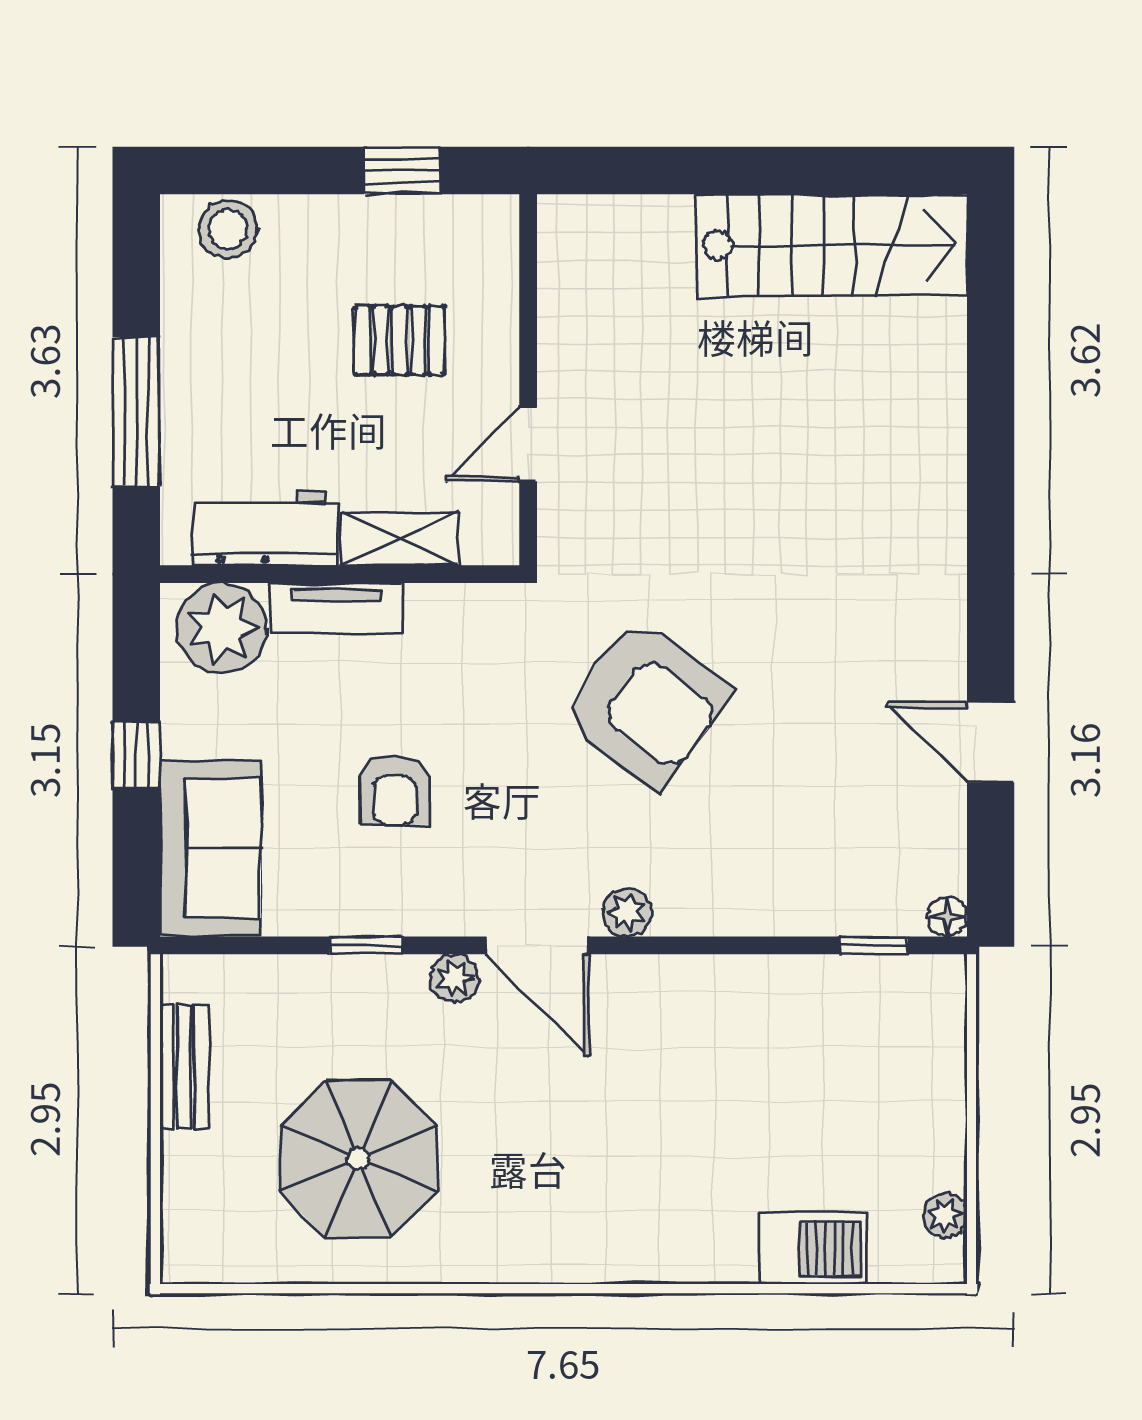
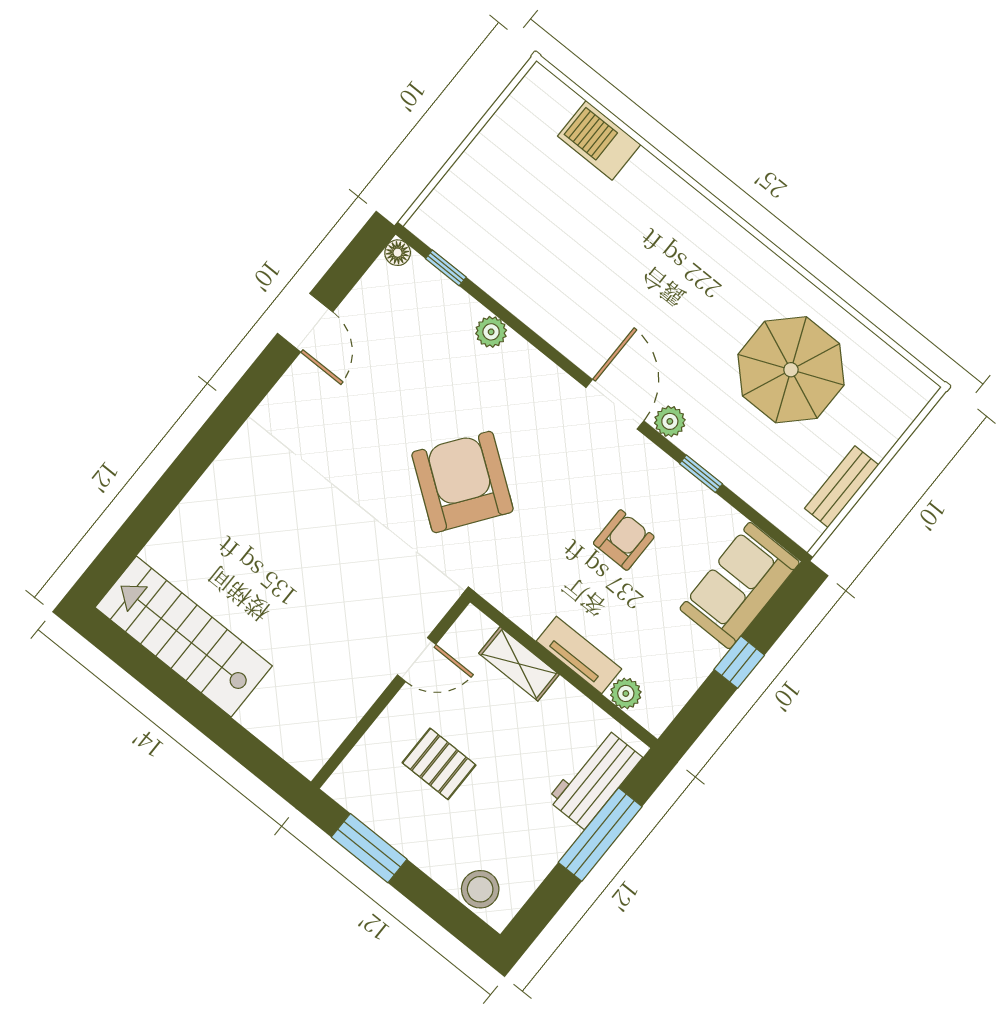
window: (402, 171) -> (369, 848), width x1.50
workbench: (264, 528) -> (595, 779), moved, turned 90
plant: (222, 628) -> (626, 693), width x0.53, depth x0.53
plant: (627, 912) -> (491, 332), moved
plant: (945, 1216) -> (520, 104), removed

